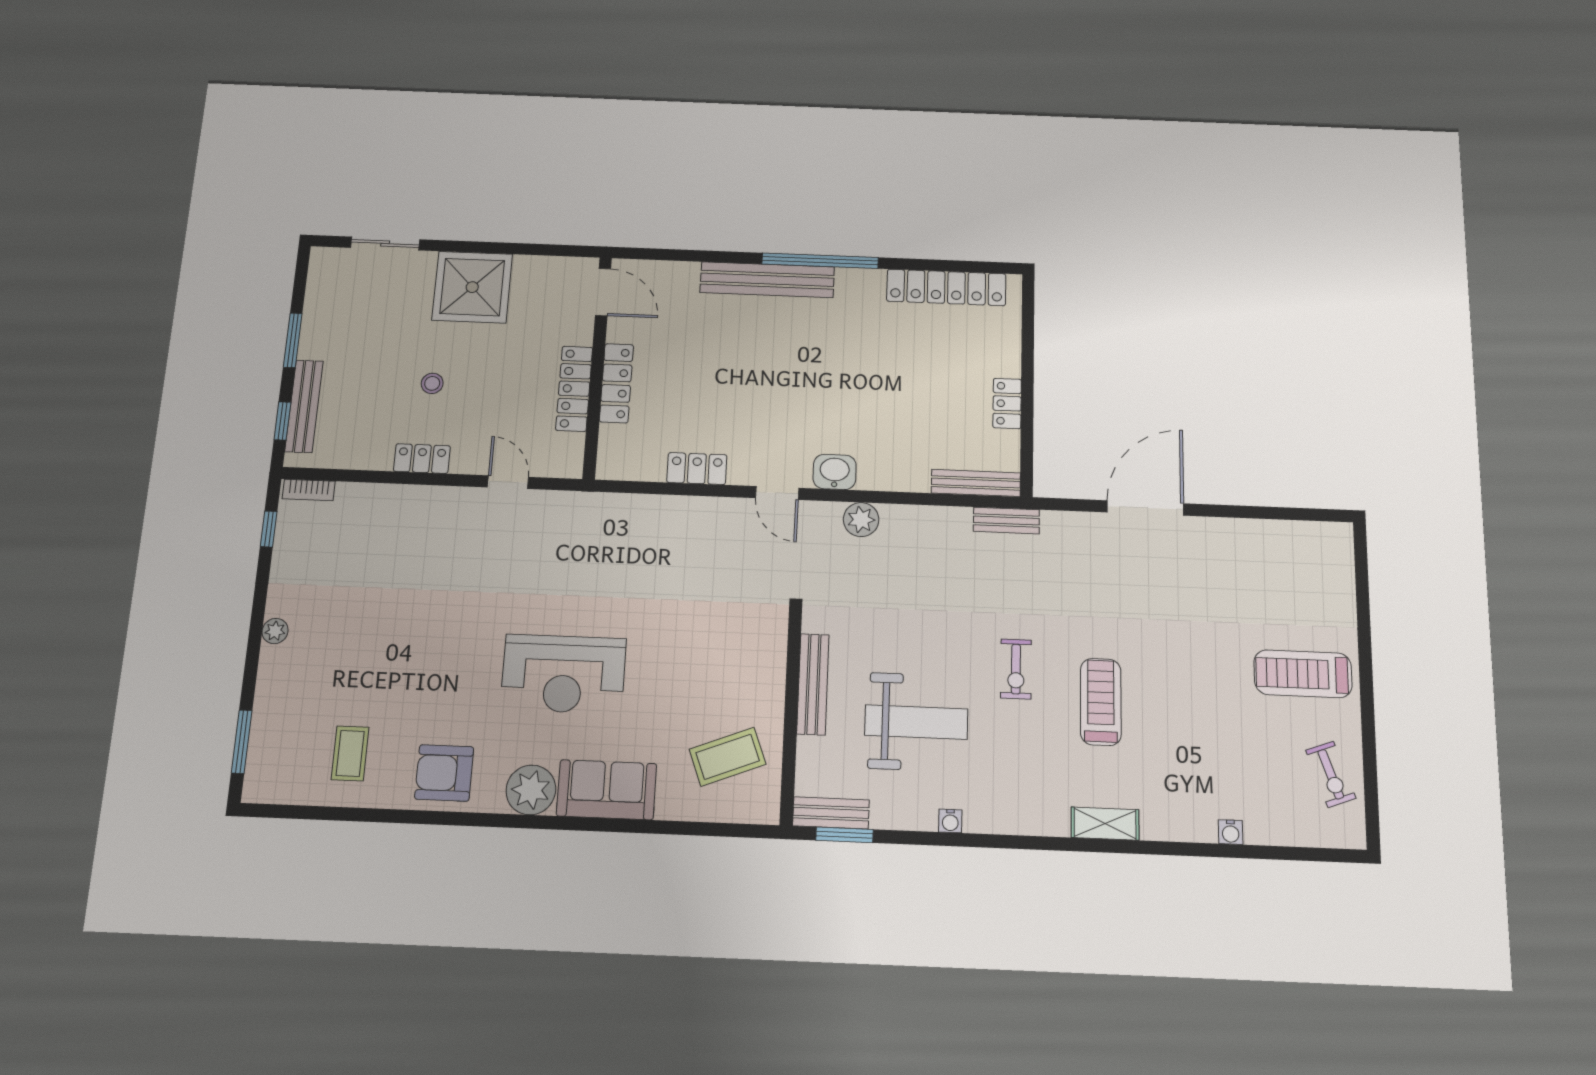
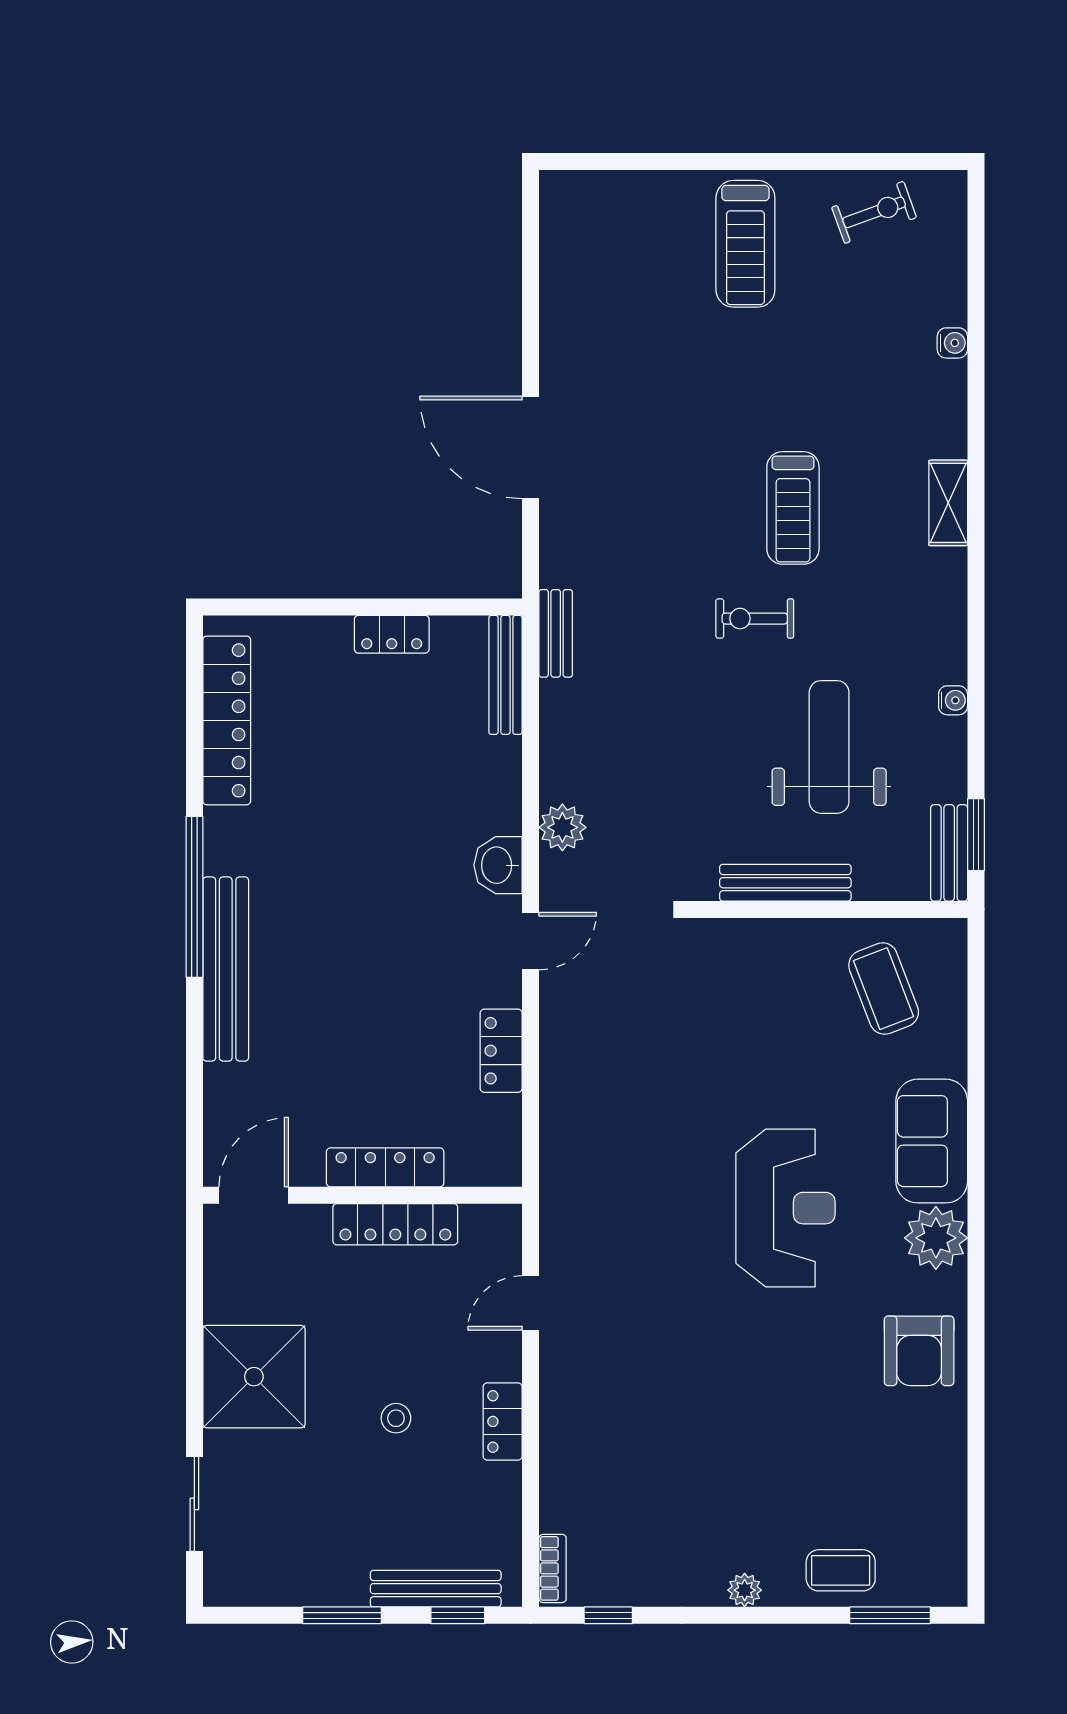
exercise bike: (1016, 669) -> (755, 619), turned 180
treadmill: (1101, 702) -> (793, 508), turned -90
coffee table: (350, 753) -> (841, 1570), moved

